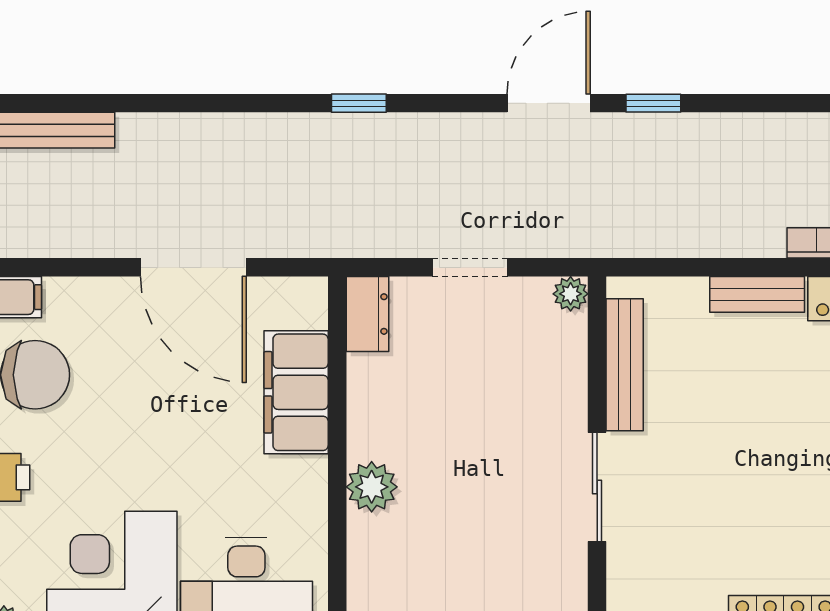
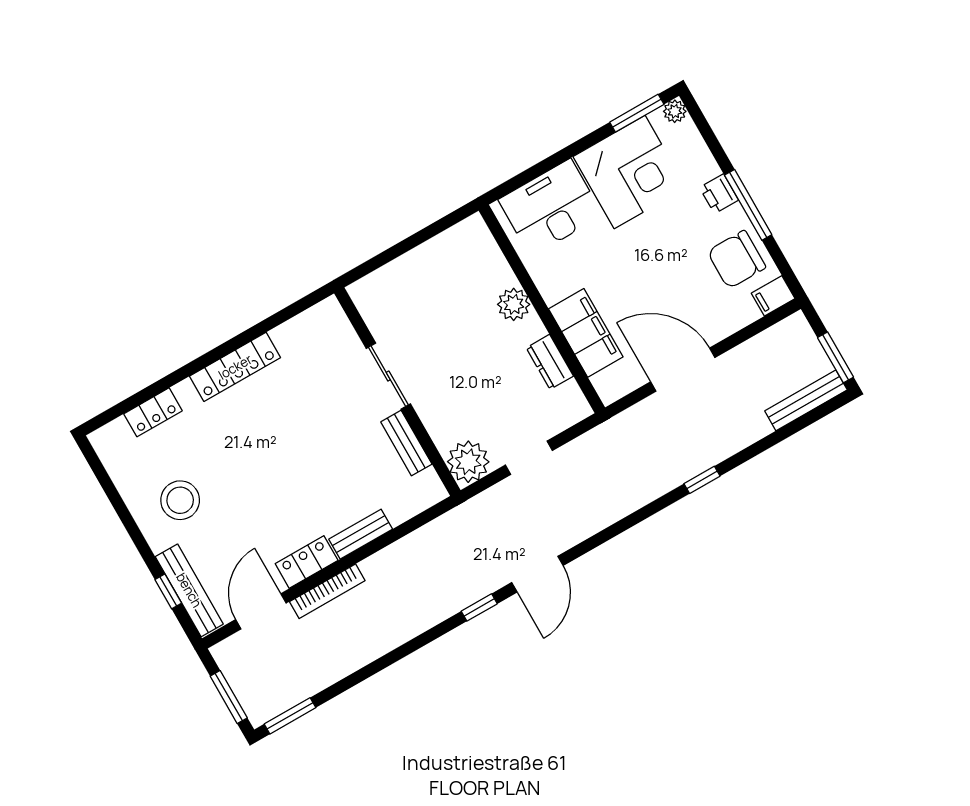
window: (359, 103) -> (702, 480), moved
plant: (571, 294) -> (468, 462), width x1.87, depth x1.87
dresser: (367, 314) -> (550, 362), moved
bench: (625, 365) -> (406, 443), width x0.73

